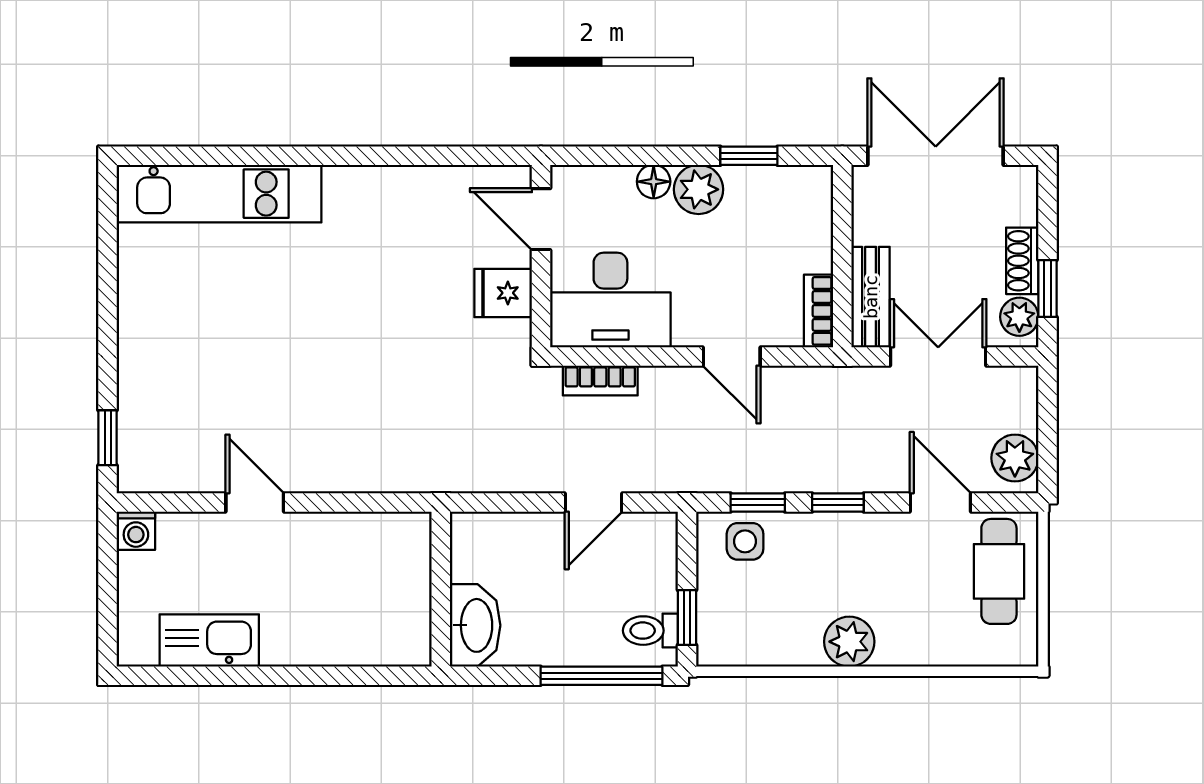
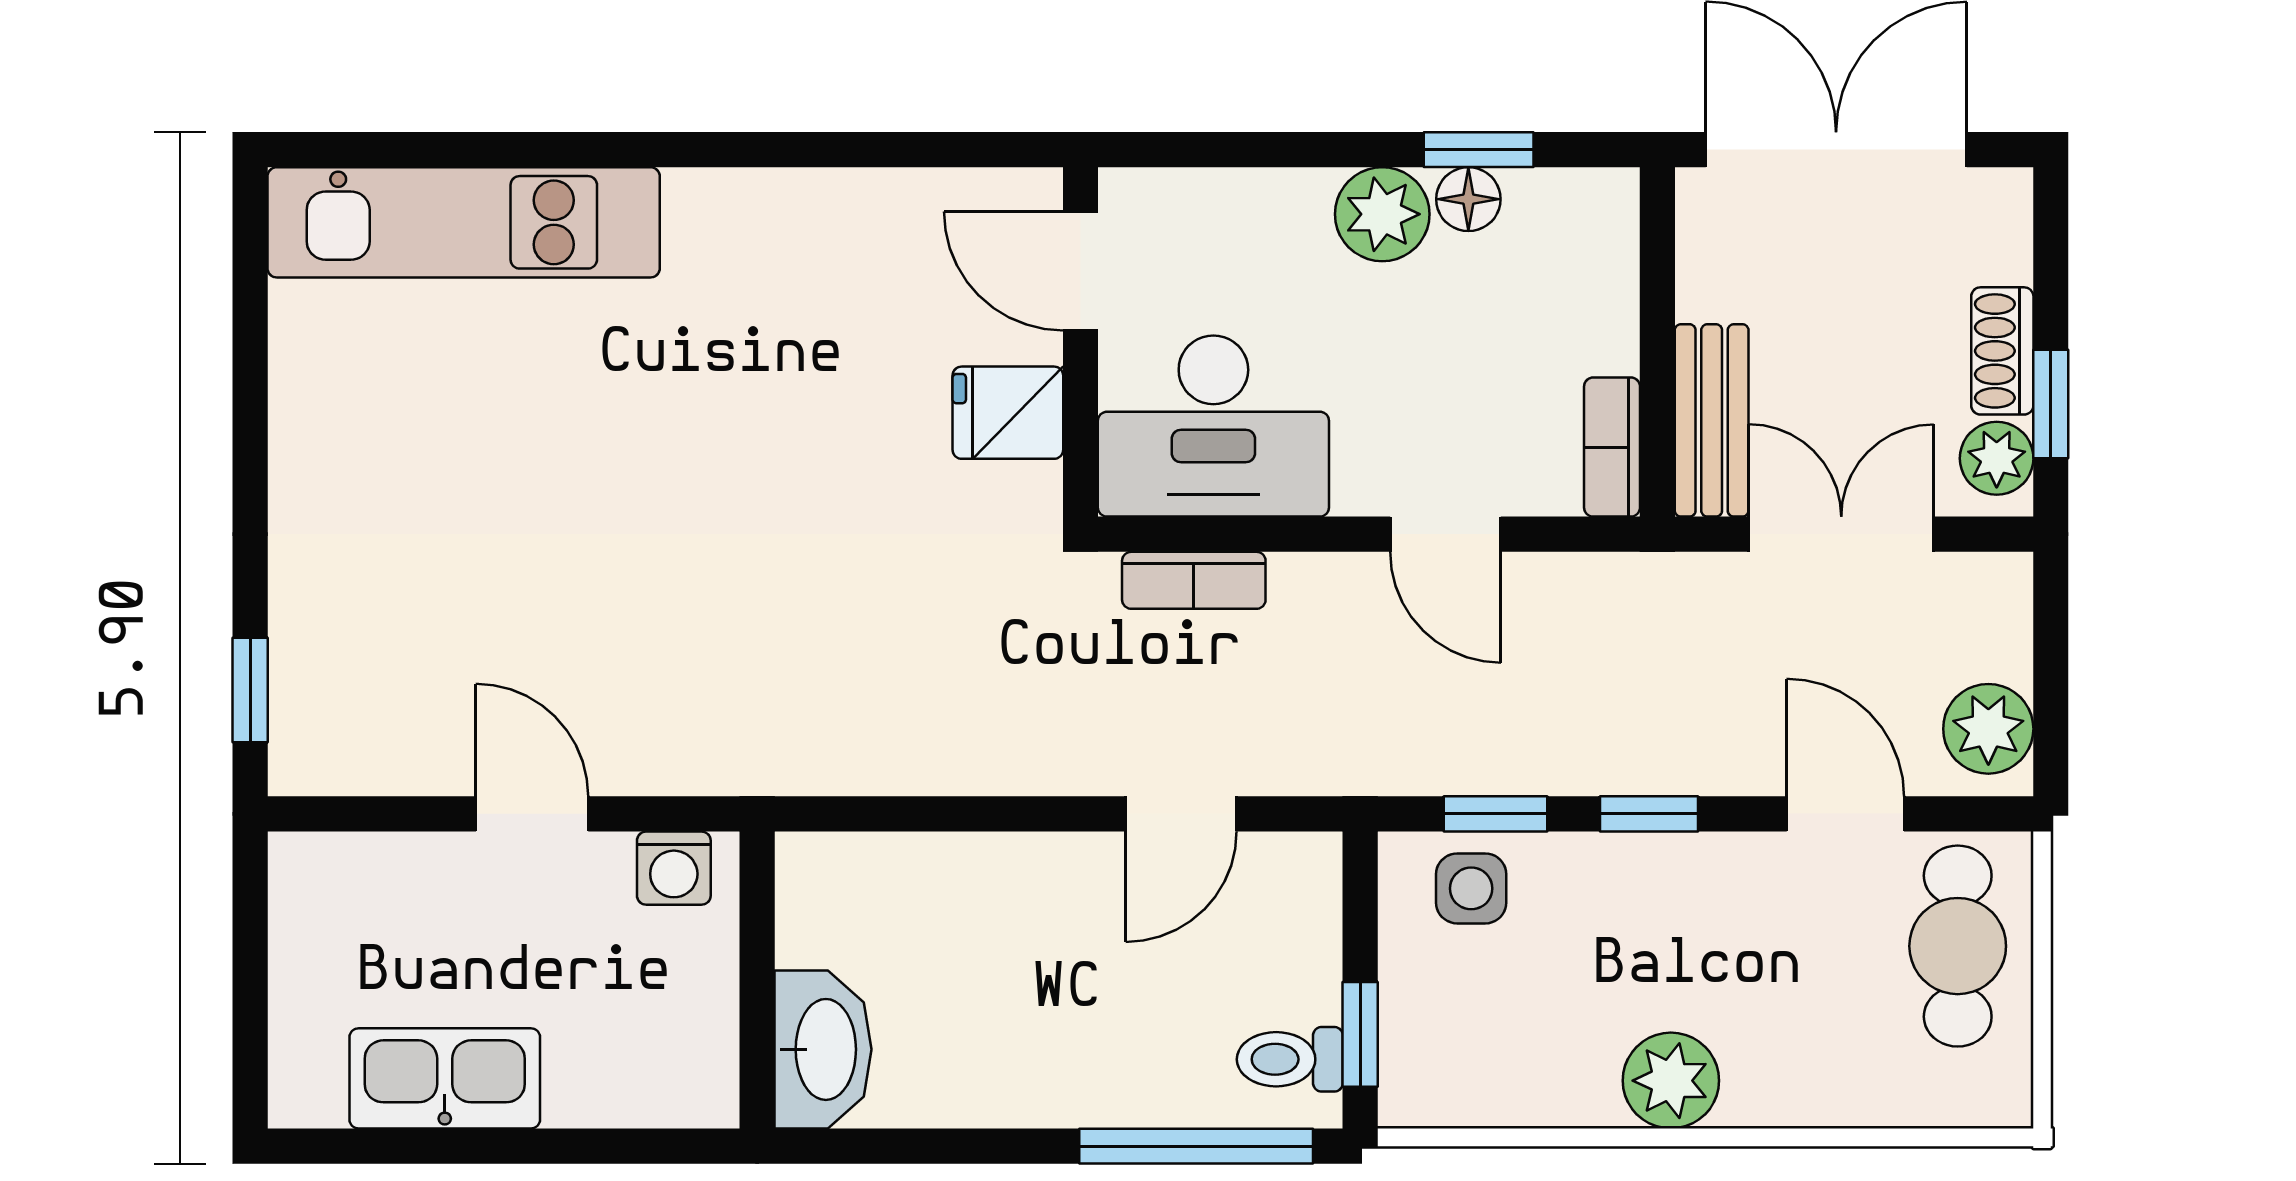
floor lamp: (654, 182) -> (1468, 199), moved
washing machine: (136, 531) -> (674, 868), moved
wall: (441, 589) -> (757, 980), moved
washbasin: (475, 625) -> (823, 1049), moved

